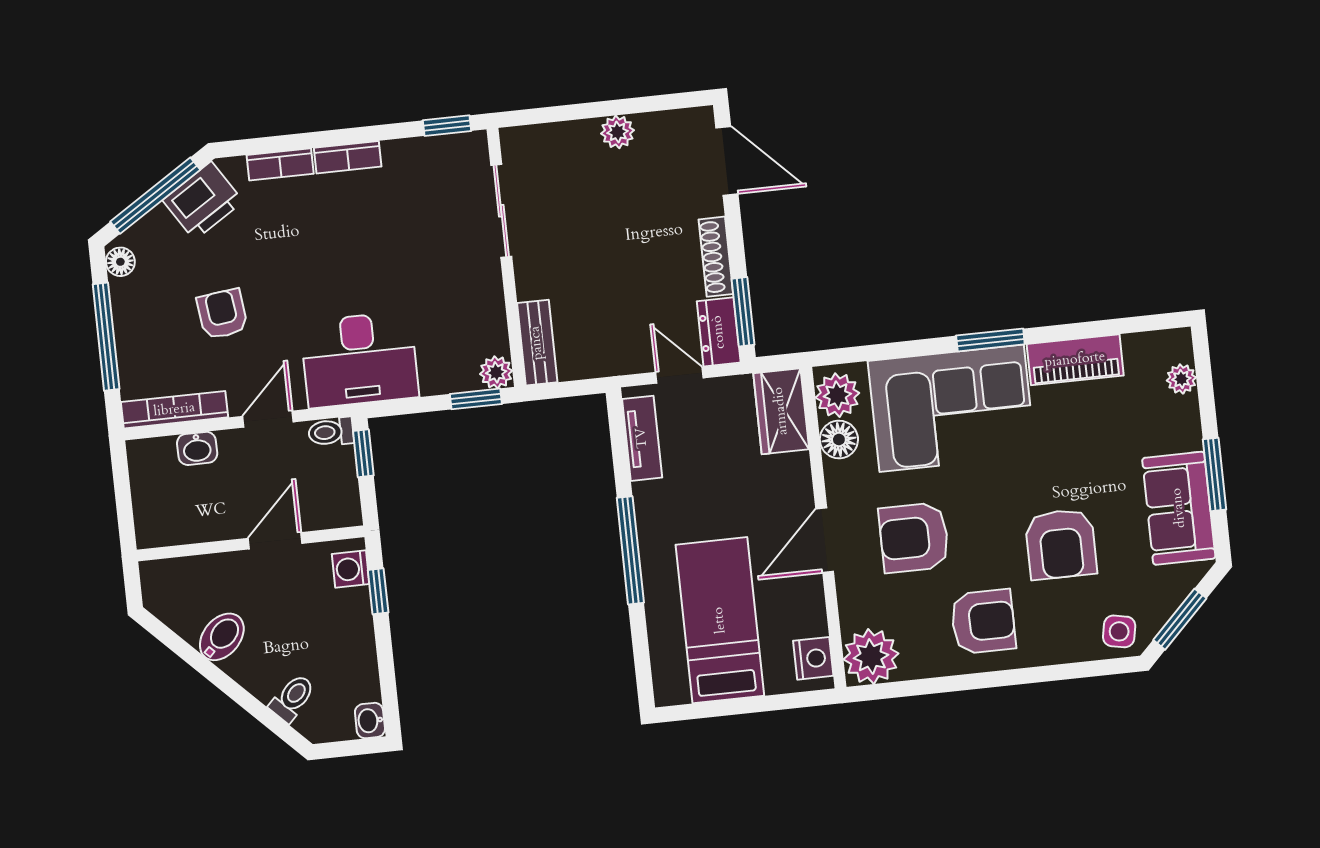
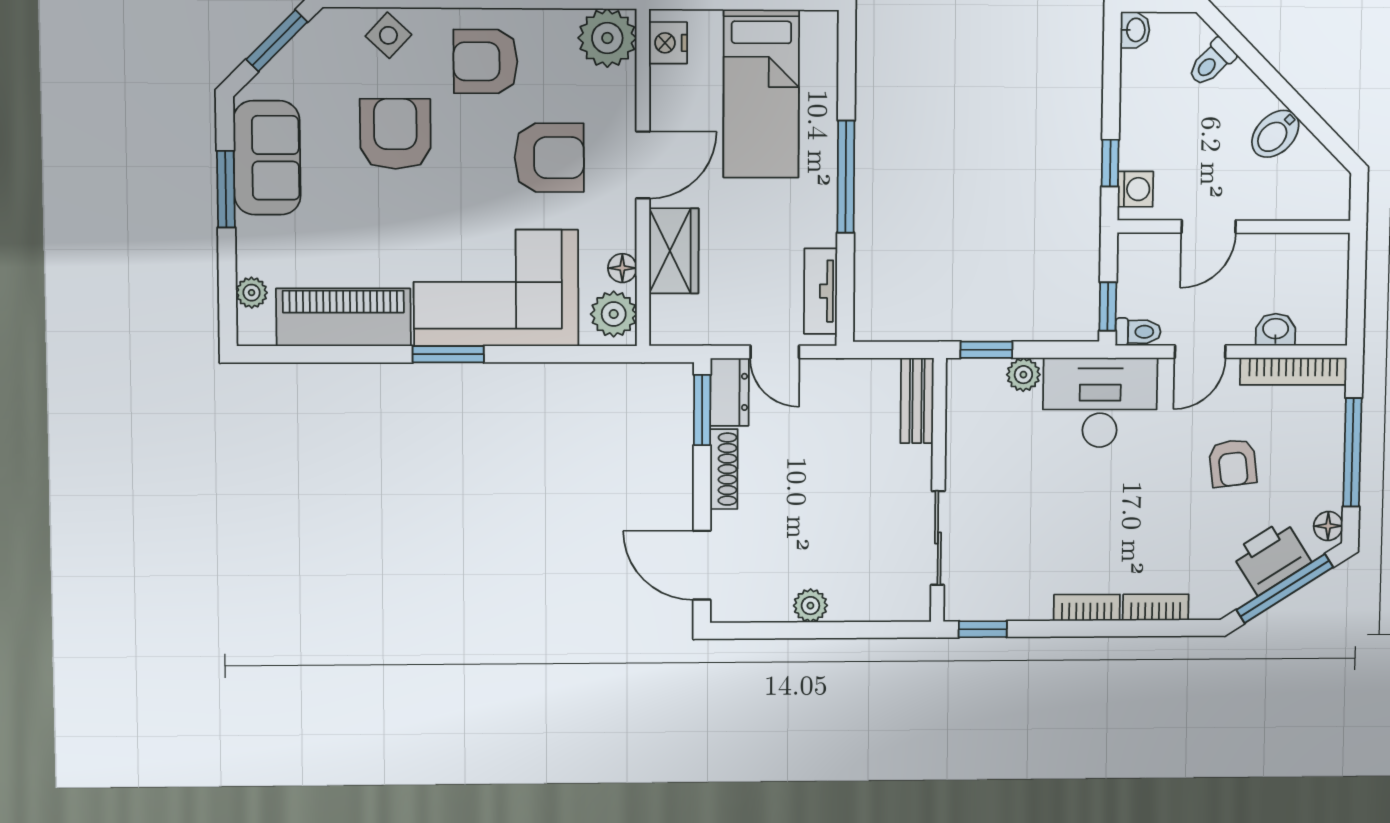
printer: (203, 201) -> (1271, 557), moved
piano: (1075, 360) -> (343, 317), width x1.37, depth x1.33
plant: (496, 372) -> (1023, 375), moved
wardrobe: (781, 411) -> (674, 251), moved
floor lamp: (839, 439) -> (622, 268), width x0.73, depth x0.73
side table: (1119, 631) -> (388, 35), moved, turned 32

